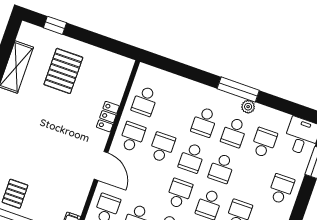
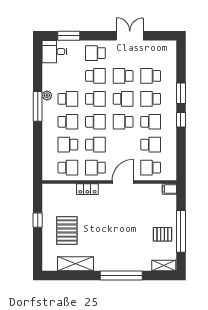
window: (55, 25) -> (38, 220), moved
pallet: (63, 71) -> (67, 231), turned 90
school desk: (175, 111) -> (68, 145), added
school desk: (264, 143) -> (95, 76), moved, turned 180
school desk: (162, 147) -> (95, 145), turned 180

